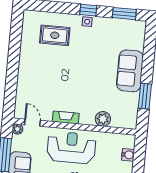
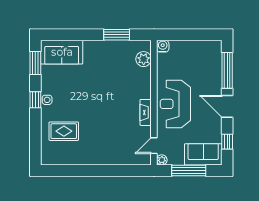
rug: (55, 35) -> (64, 131), turned 90
sofa: (130, 71) -> (62, 52), moved
plant: (103, 119) -> (144, 59), moved
water cooler: (128, 155) -> (163, 46), moved

